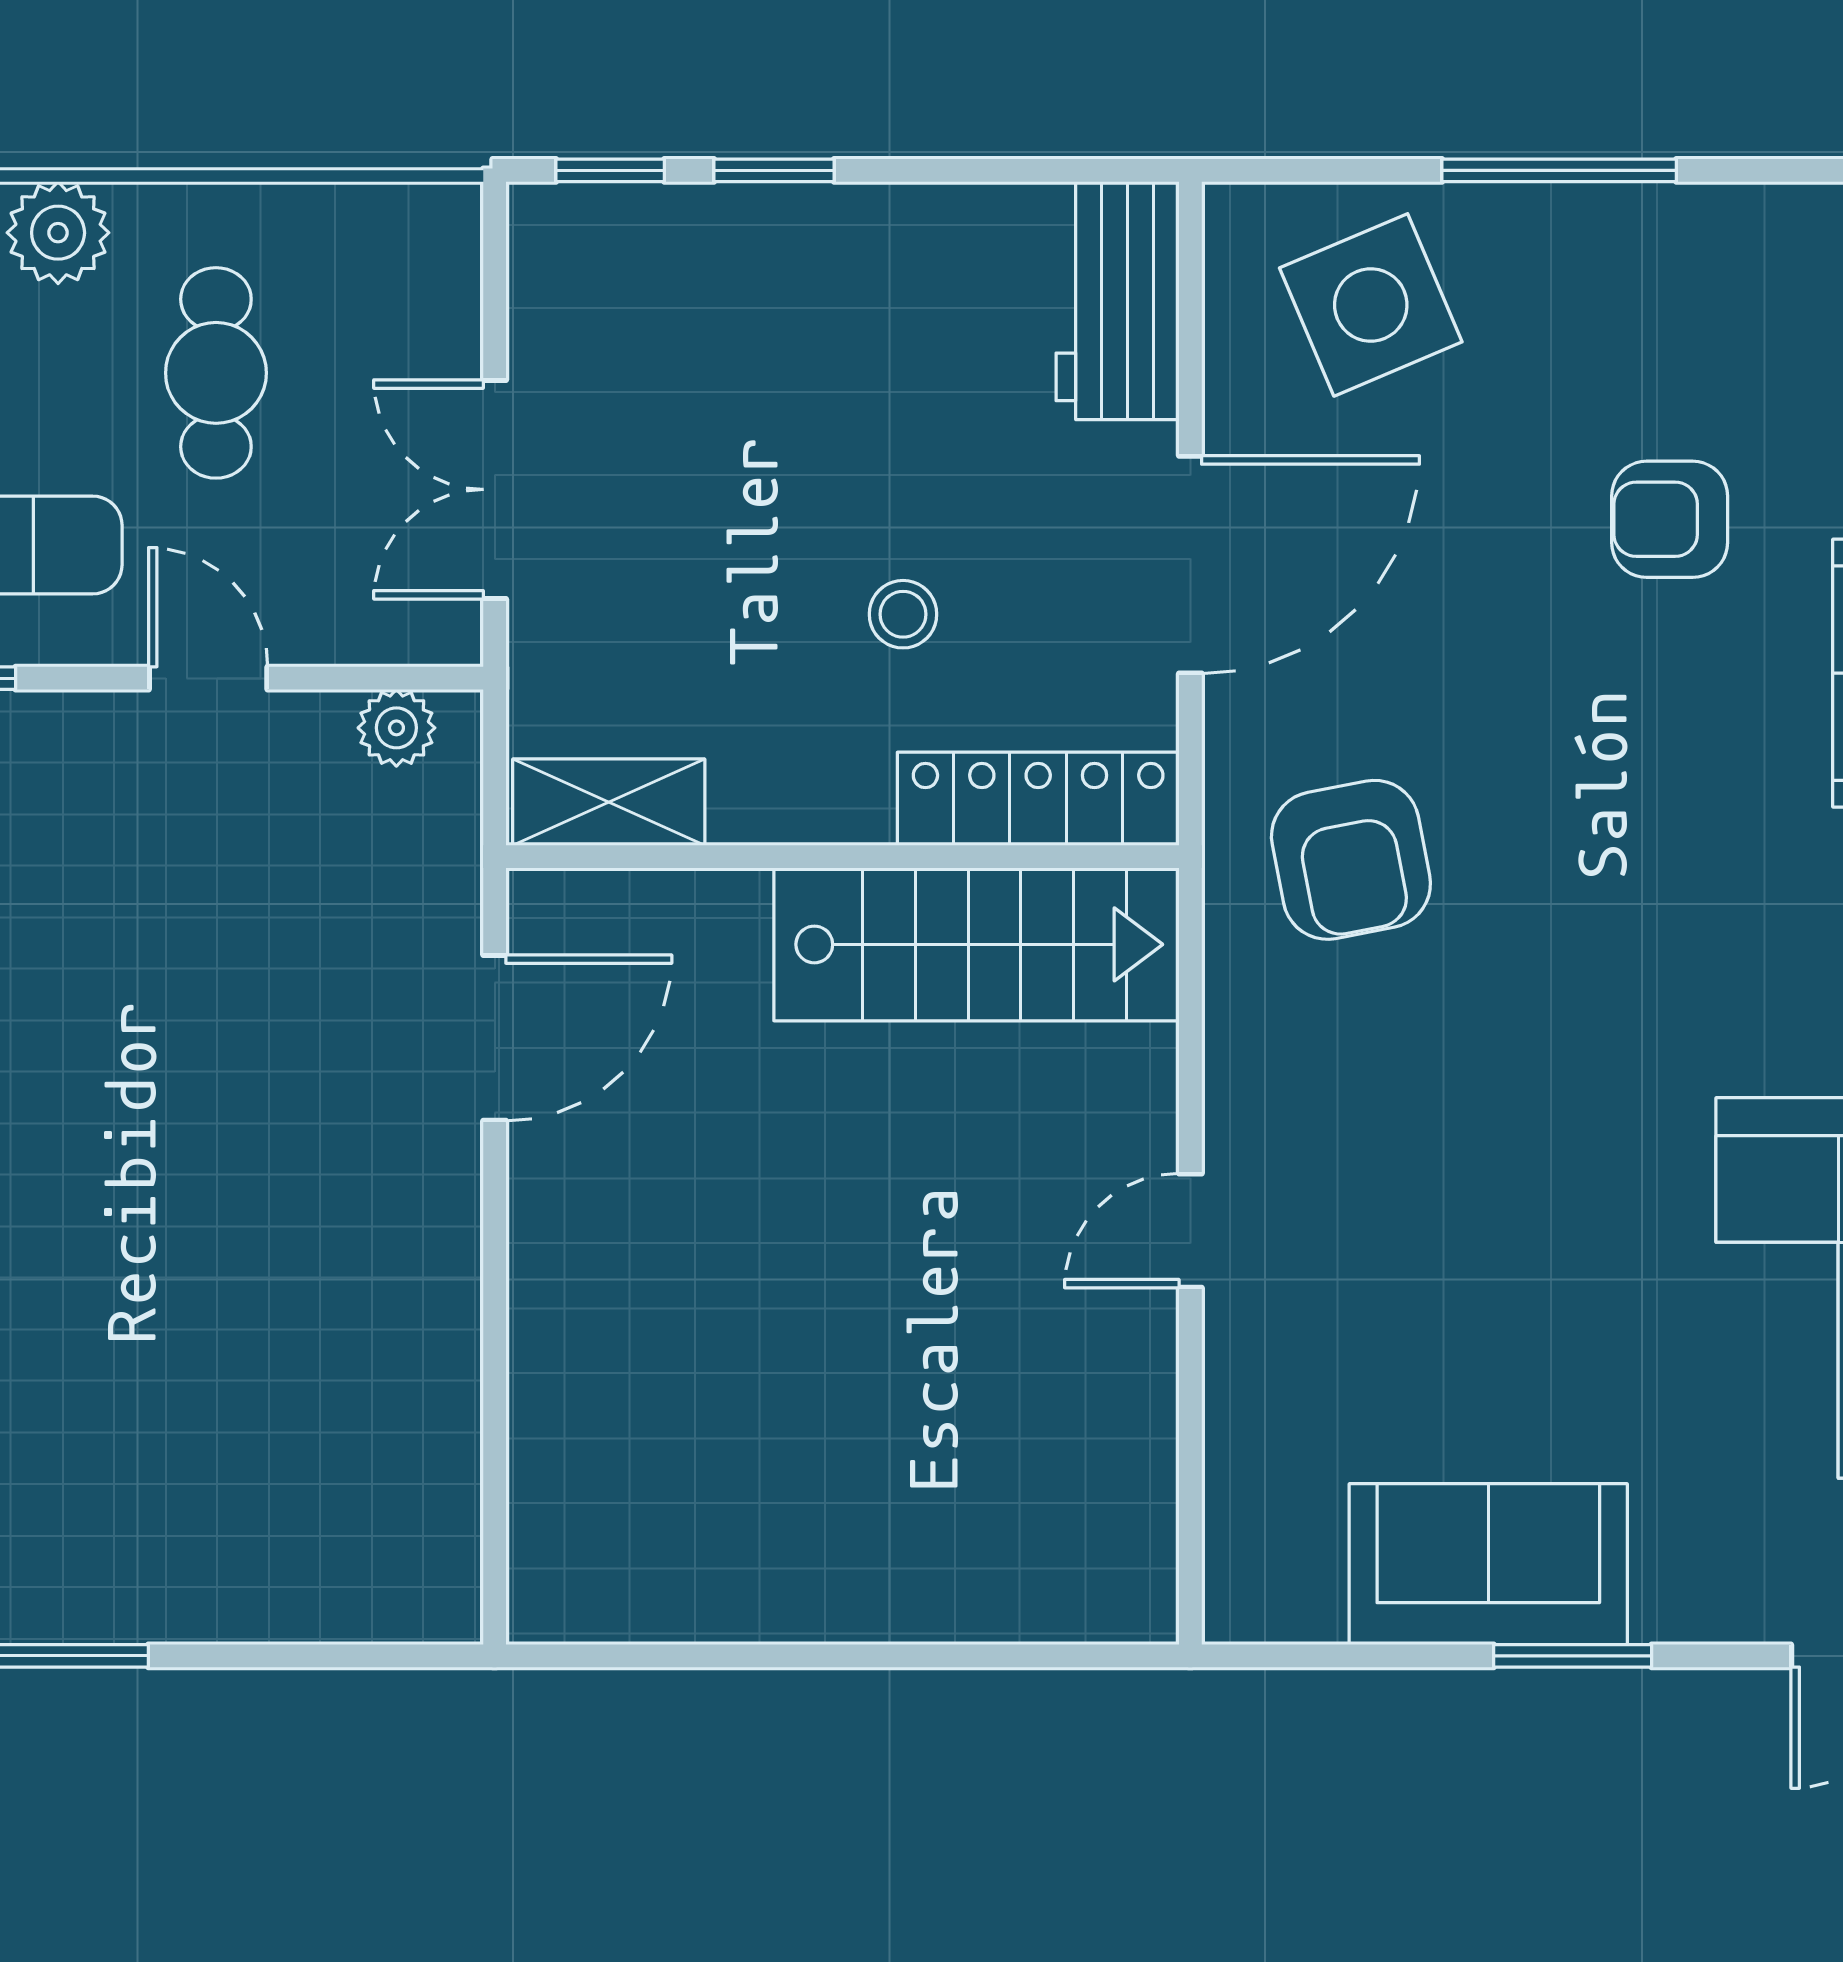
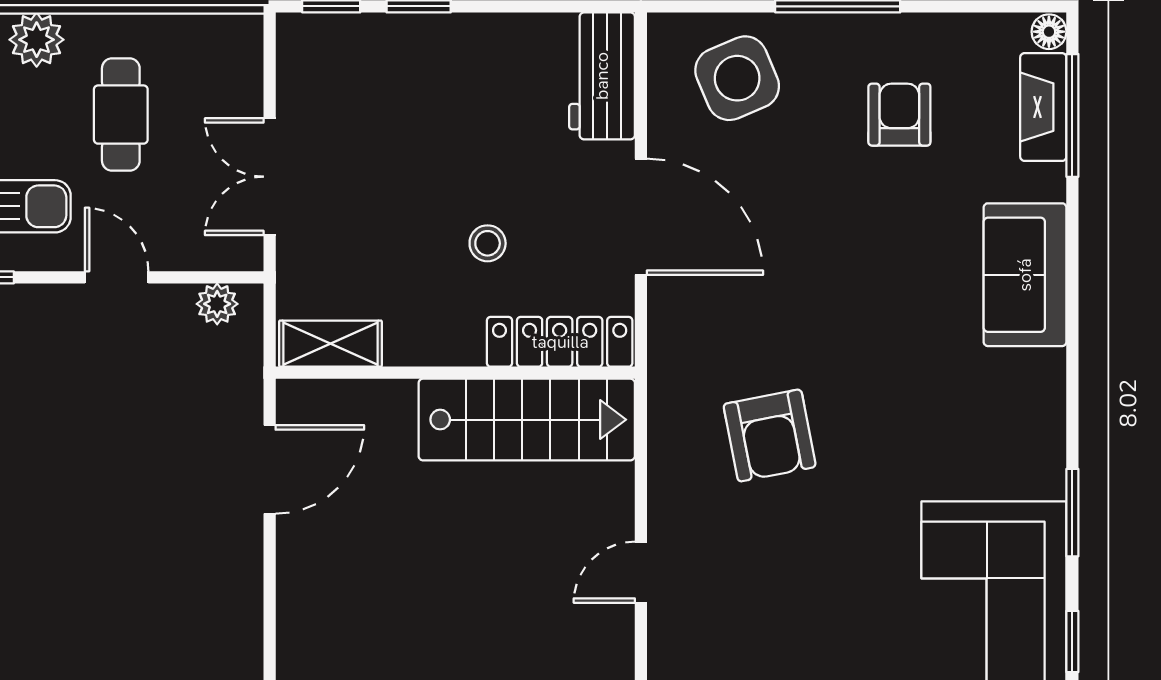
armchair: (1670, 519) -> (899, 115), moved, turned 90
door: (1190, 565) -> (641, 217), hinge flipped
armchair: (1351, 860) -> (770, 435), moved

